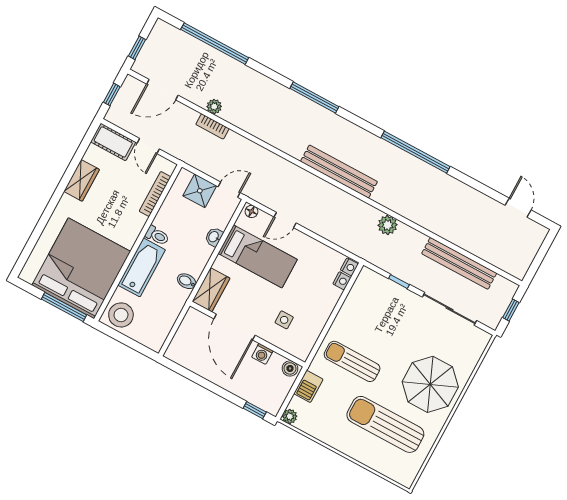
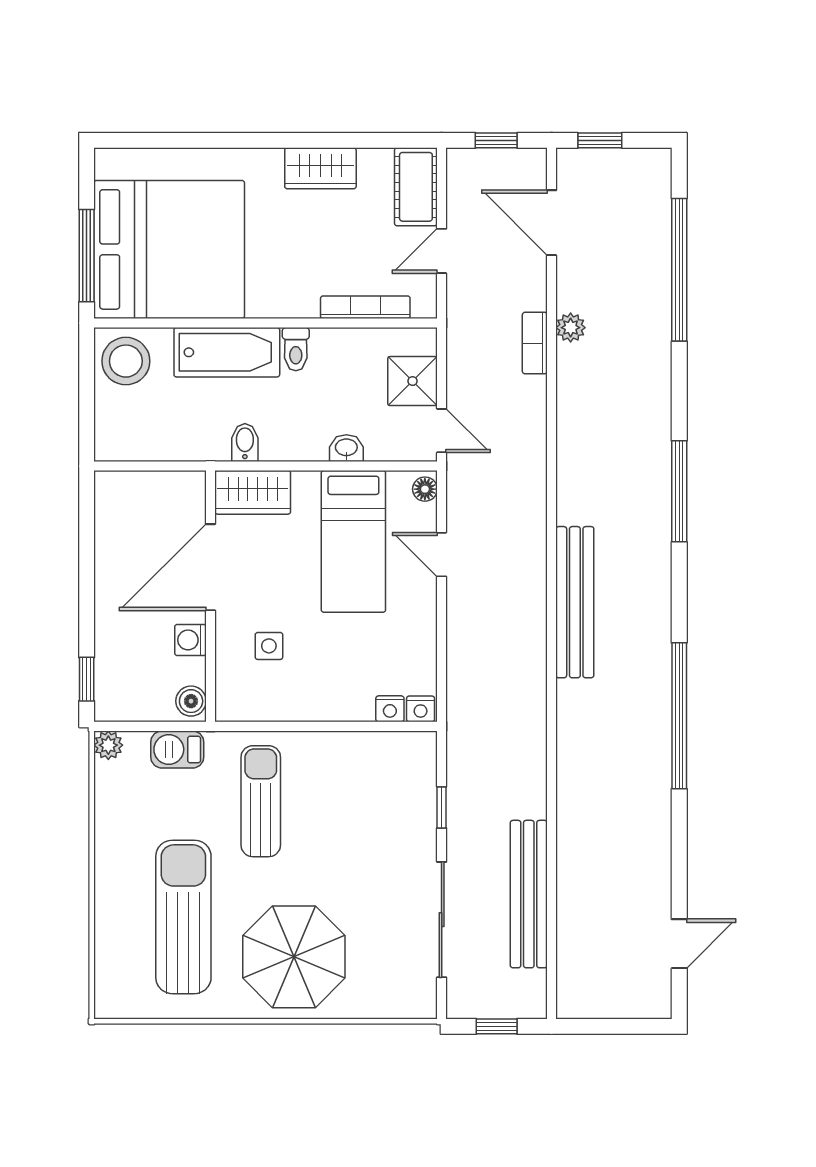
plant: (388, 225) -> (528, 735), removed

